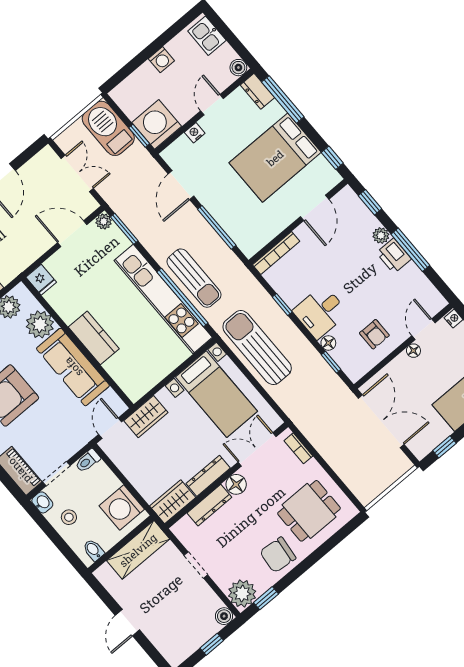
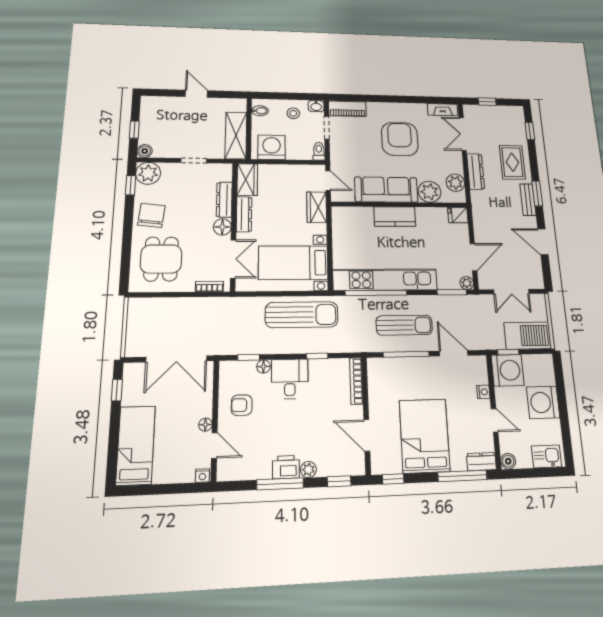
washing machine: (161, 60) -> (543, 402), width x1.89, depth x1.89
sun lounger: (194, 278) -> (404, 325), moved, turned 180

